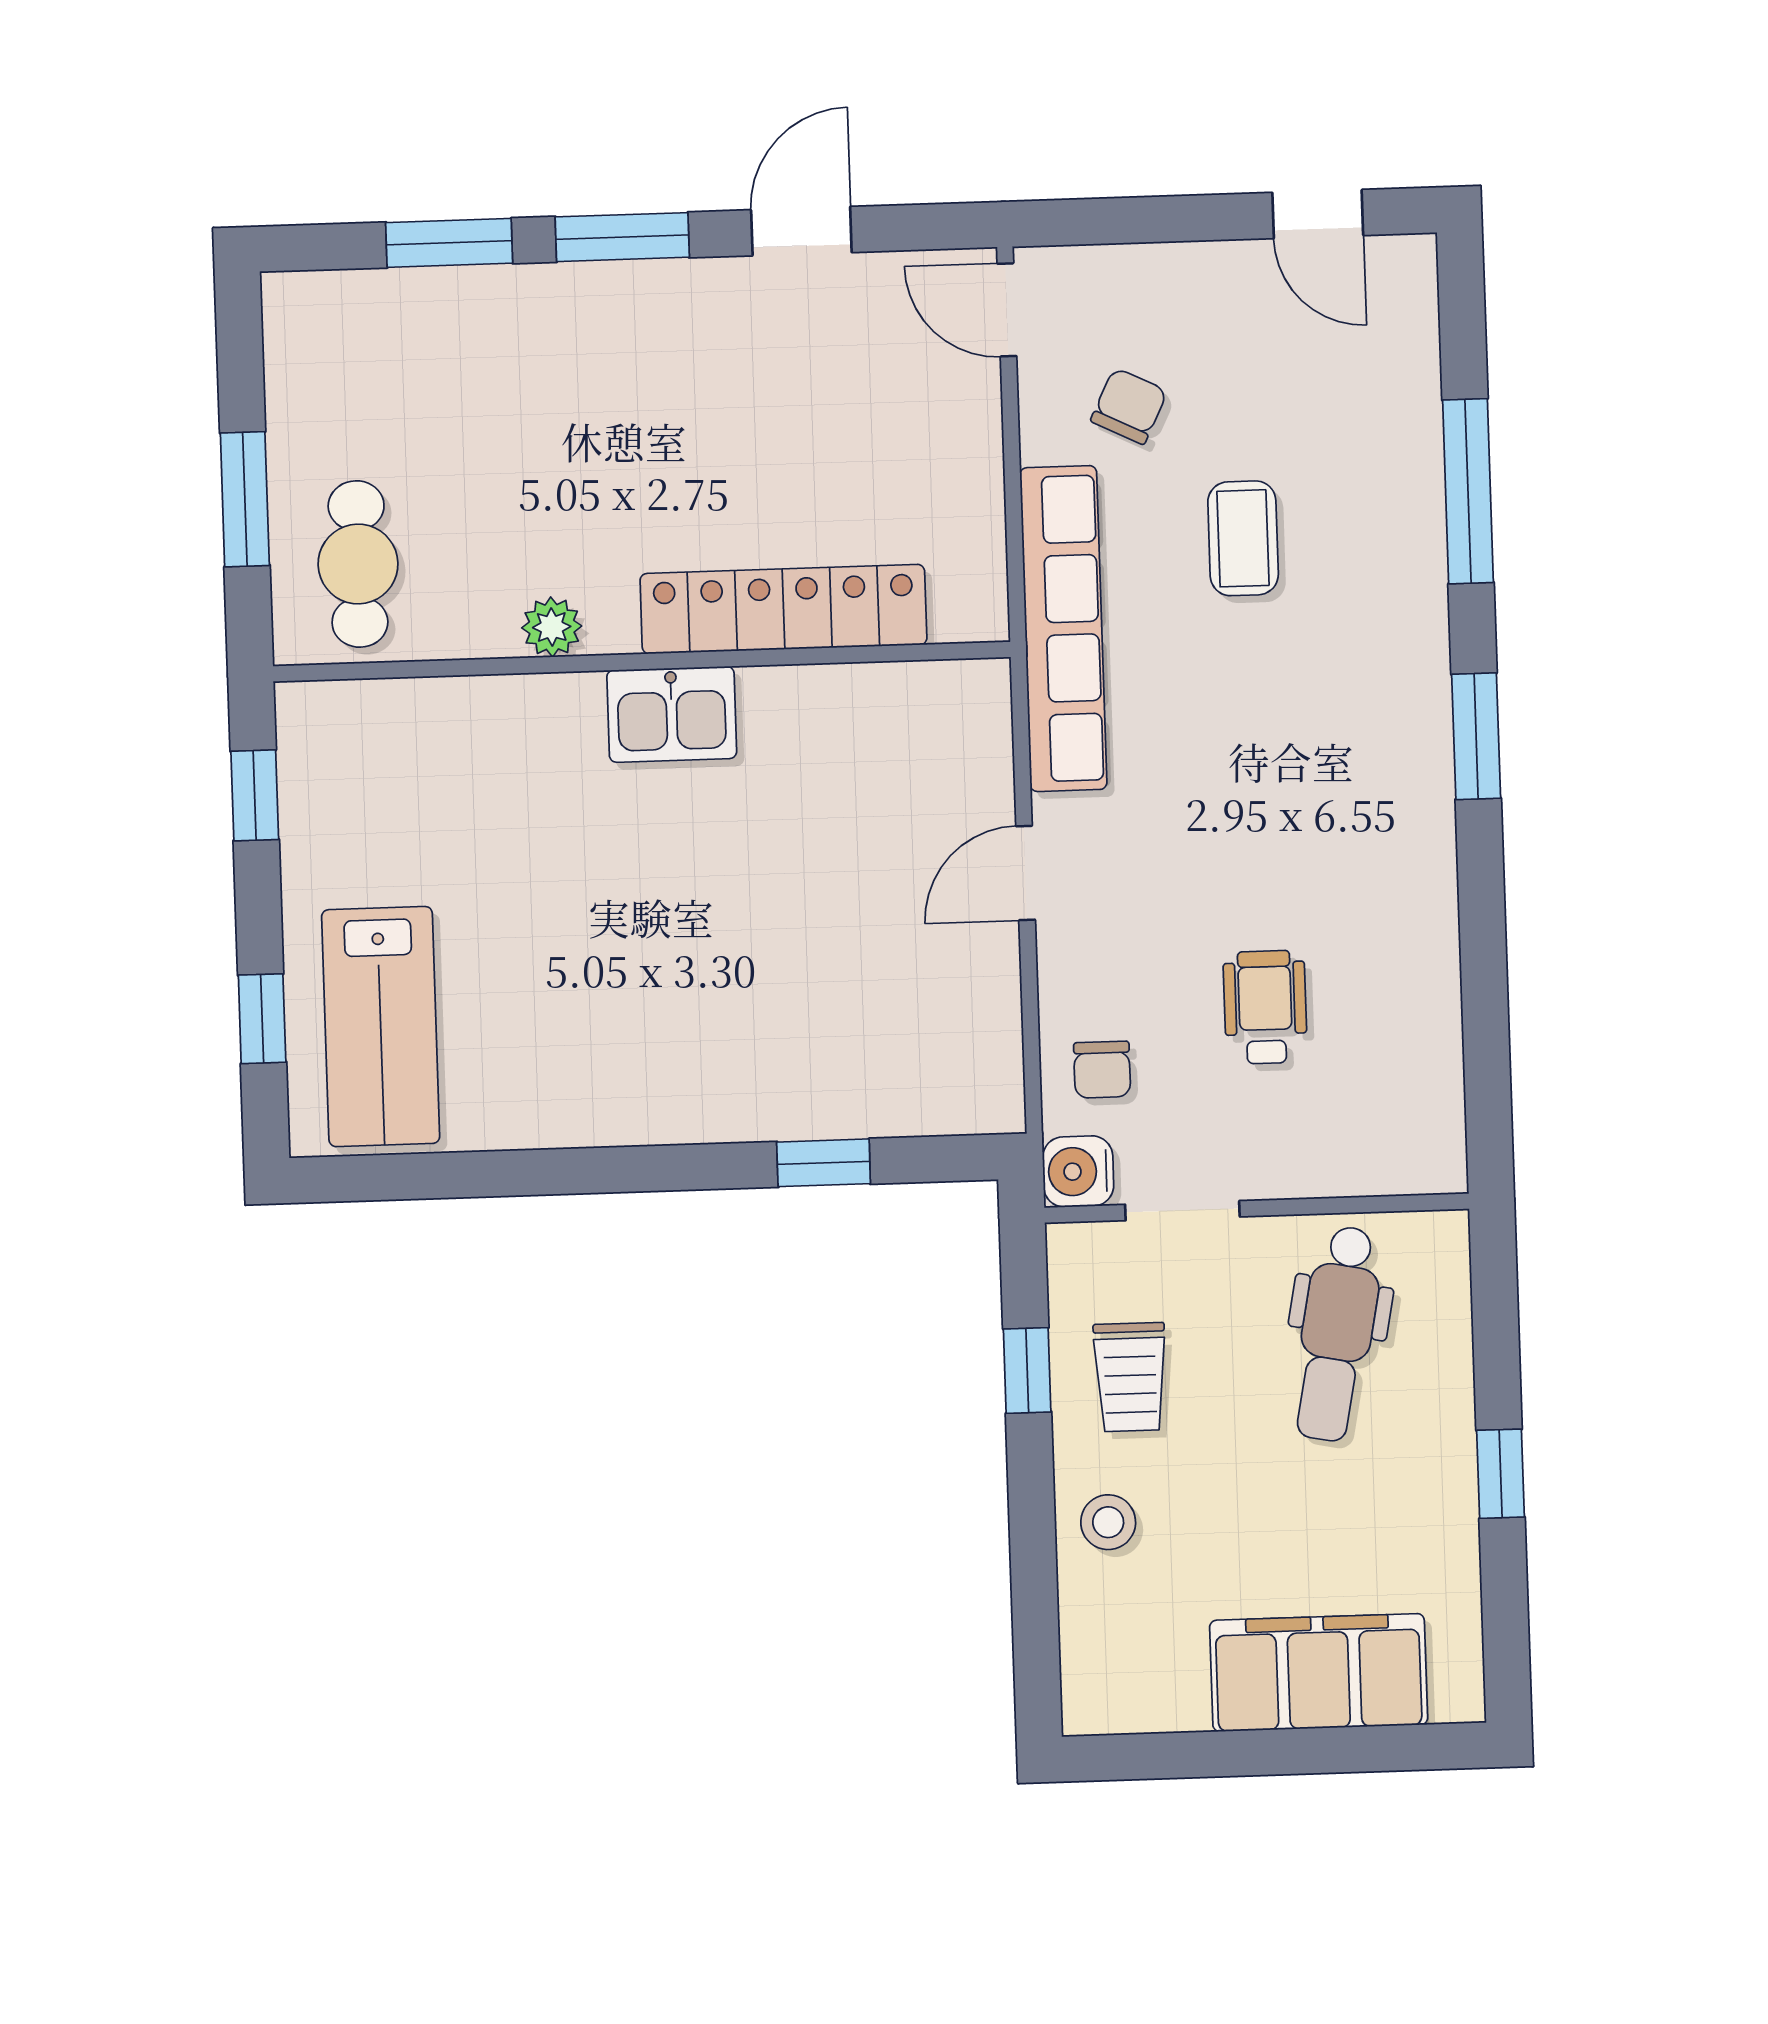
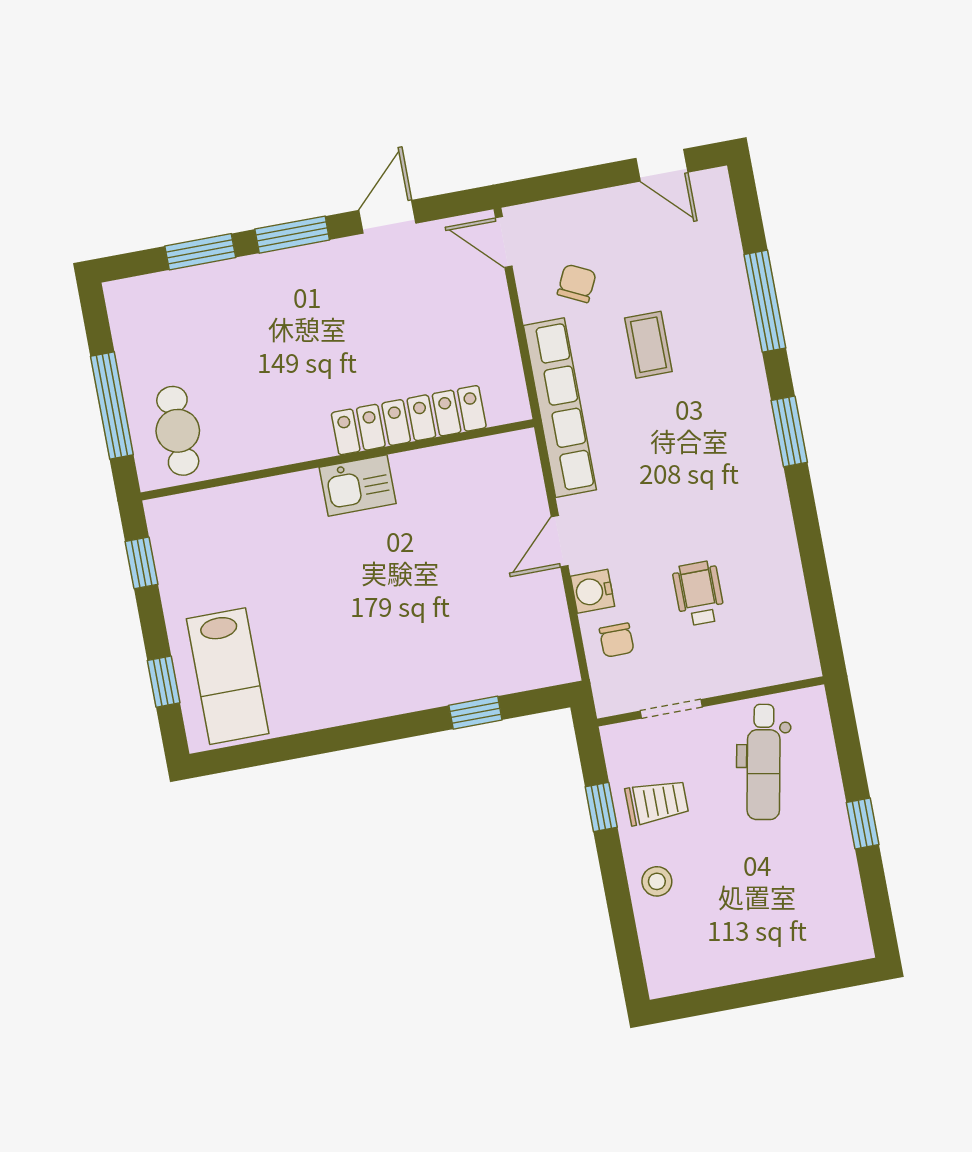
window: (245, 499) -> (112, 405), width x1.44
plant: (552, 627) -> (286, 449), removed
water cooler: (1078, 1171) -> (592, 591), moved
trolley: (1130, 1377) -> (657, 802), turned -90
filing cabinet: (1319, 1673) -> (782, 945), removed

